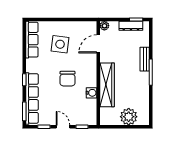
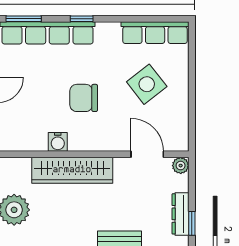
side table: (60, 44) -> (147, 84), turned 45

